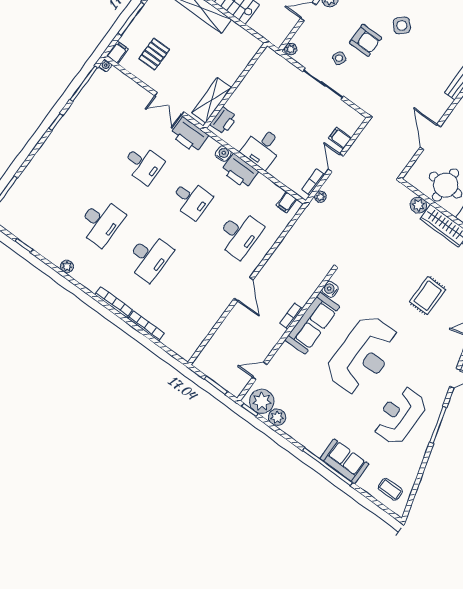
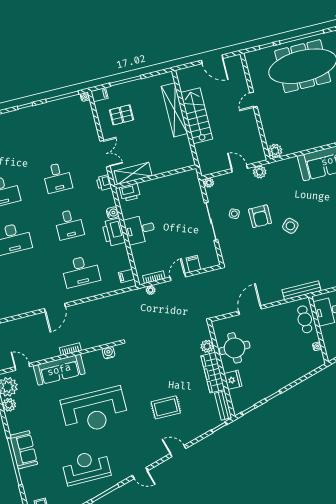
double door: (169, 104) -> (105, 154), swing flipped
printer: (189, 135) -> (104, 183), width x0.53, depth x0.68
sofa: (312, 323) -> (59, 370), moved
sofa: (344, 461) -> (24, 450), moved

